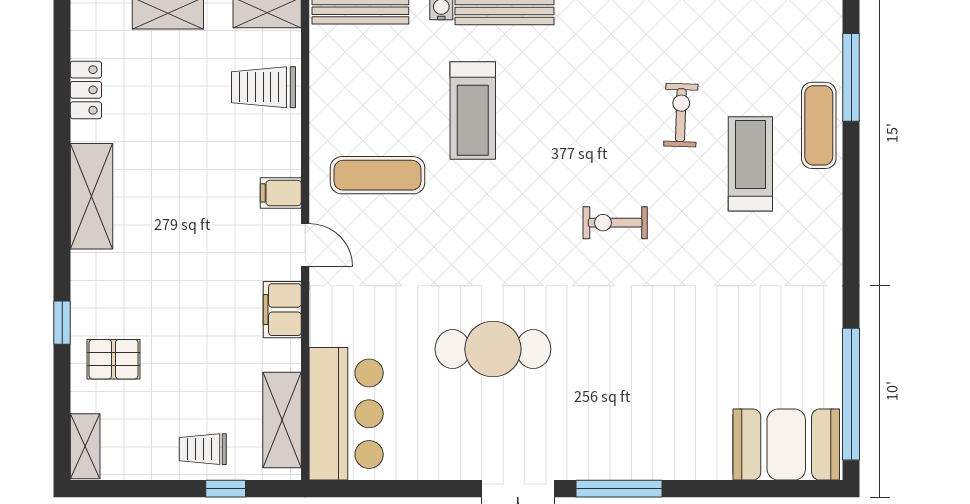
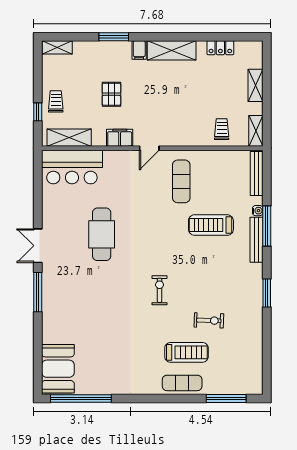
trolley: (264, 87) -> (222, 129), width x0.73, depth x0.72
exercise mat: (819, 125) -> (182, 383), moved
filing cabinet: (281, 193) -> (139, 50), moved, turned 180
window: (62, 323) -> (114, 37), width x1.50
pallet: (114, 359) -> (111, 94), moved

